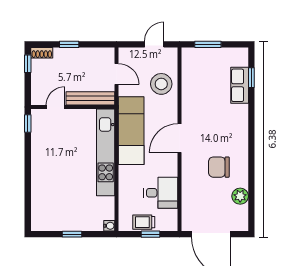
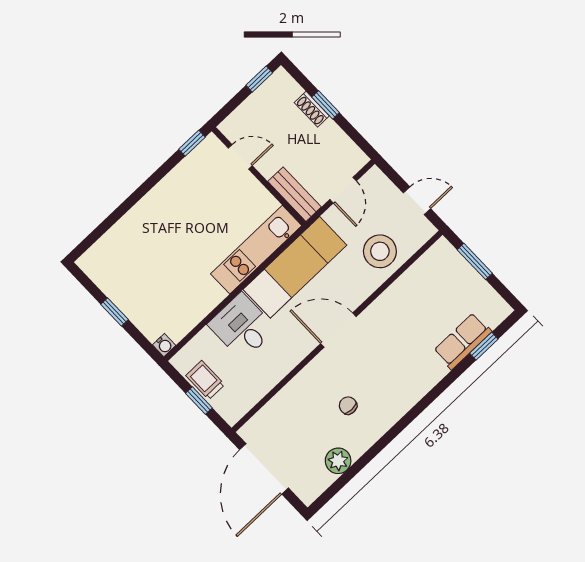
shoe rack: (42, 53) -> (312, 109), moved
bench: (90, 98) -> (294, 194), width x0.73
kitchen unit: (106, 152) -> (256, 250), width x0.73
chair: (219, 167) -> (348, 406), width x0.54, depth x0.54
desk: (161, 193) -> (242, 327), moved, turned 180

